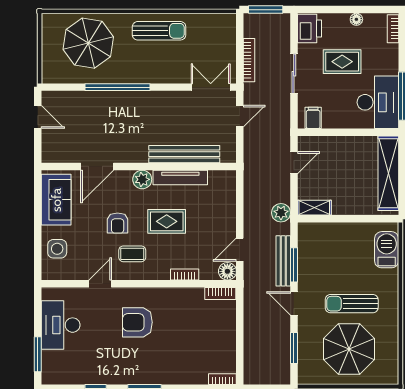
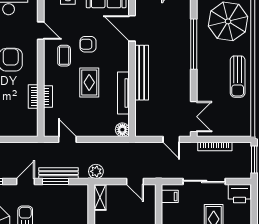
sliding door: (294, 74) -> (204, 181), width x1.37
bench: (184, 154) -> (142, 73), moved
plant: (142, 179) -> (122, 63), removed
floor lamp: (227, 271) -> (122, 130), moved
bookcase: (220, 293) -> (33, 97), moved

